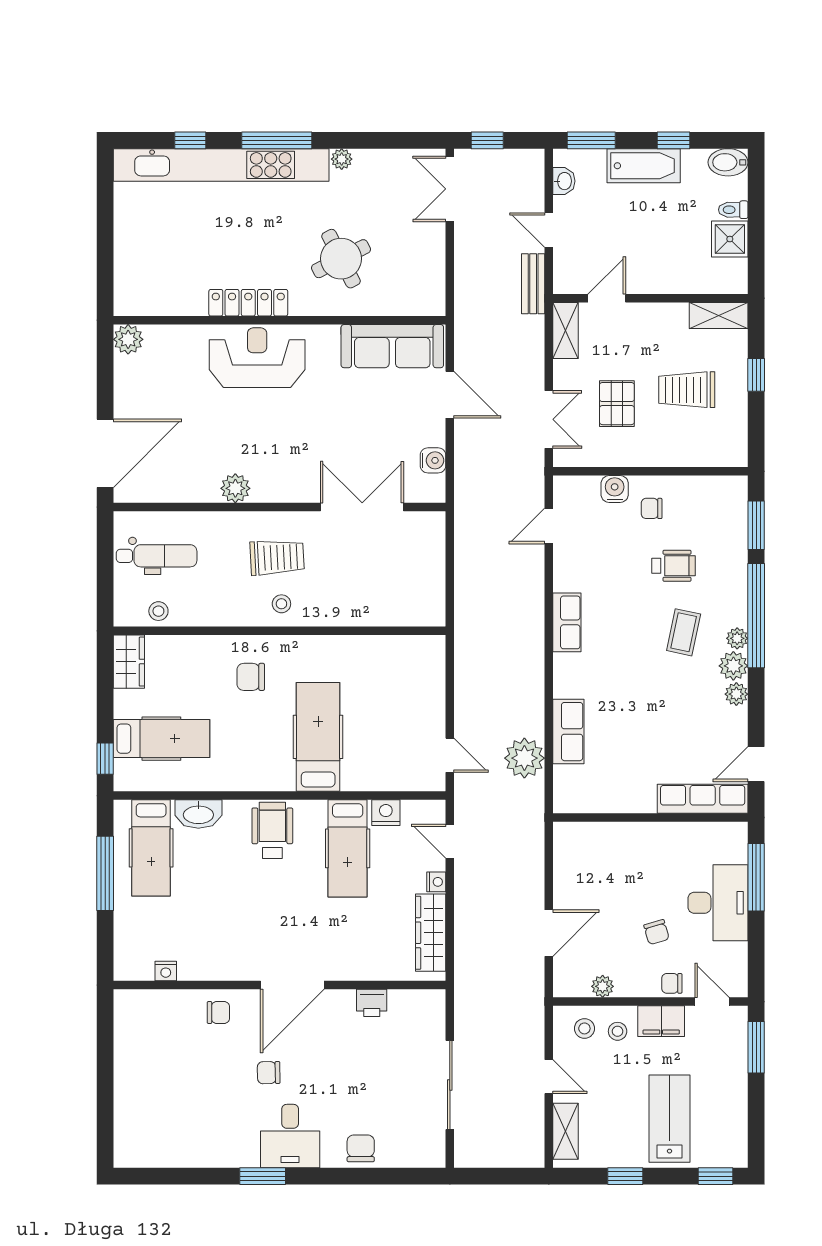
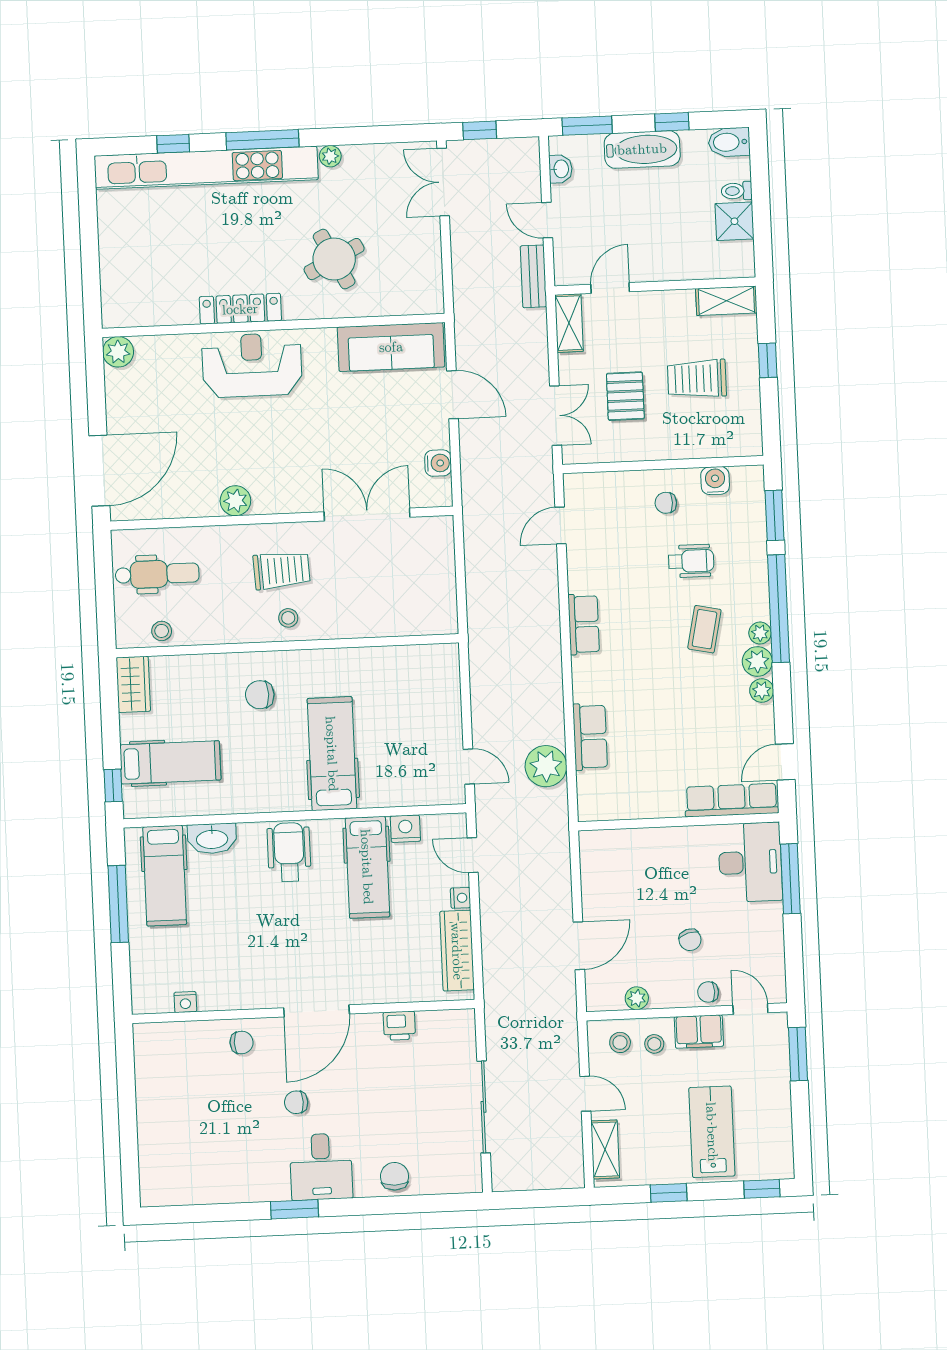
water cooler: (615, 489) -> (715, 481), moved
desk: (718, 903) -> (750, 862), moved

